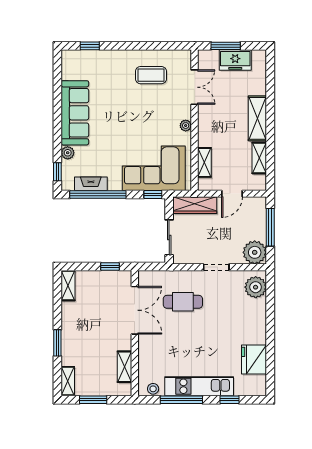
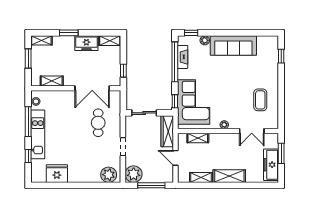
freezer: (235, 60) -> (271, 165), width x1.40
freezer: (72, 318) -> (86, 43), added

